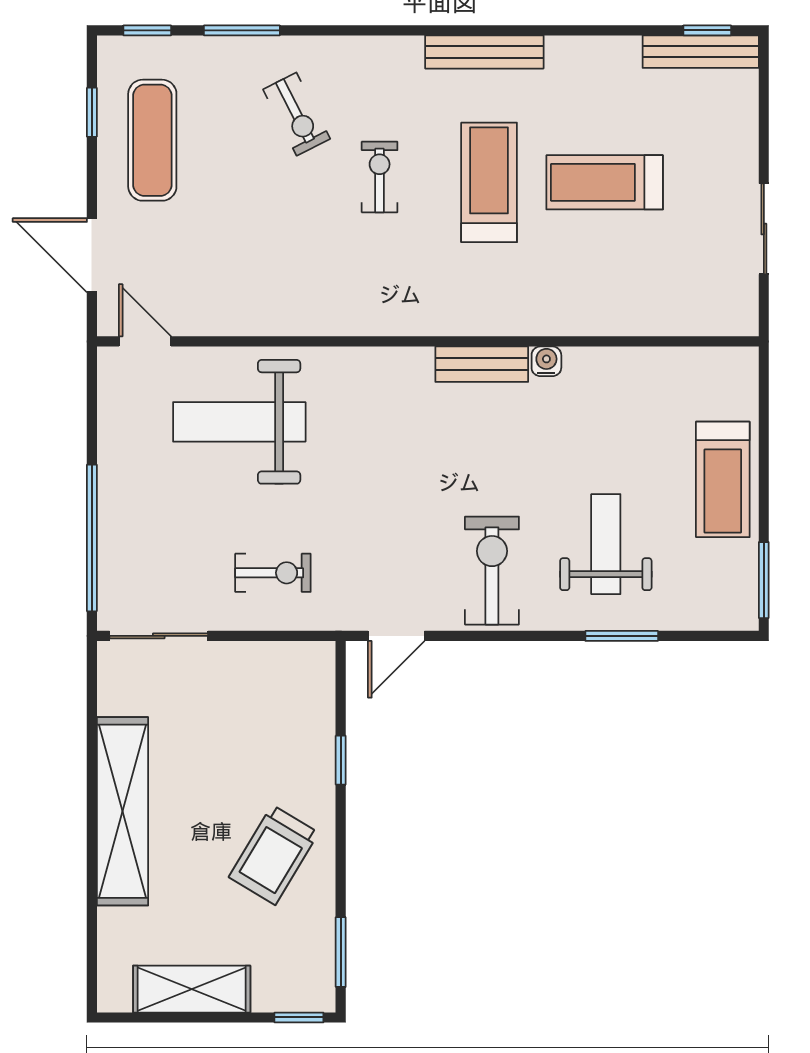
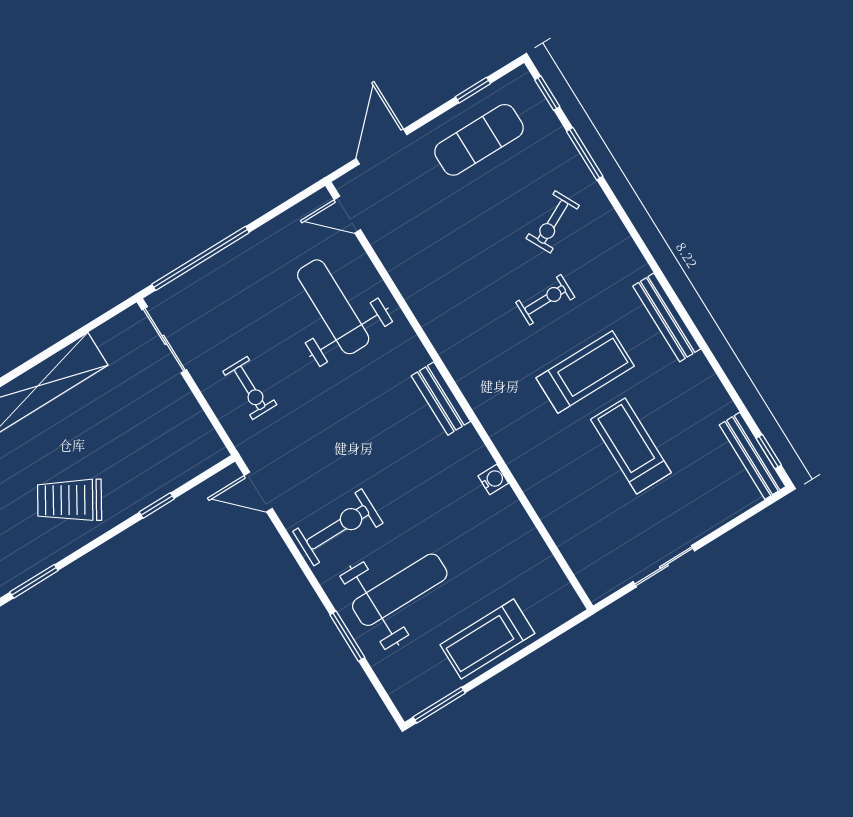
door: (145, 341) -> (347, 215), swing flipped
bench: (482, 364) -> (441, 399), moved
weight bench: (606, 544) -> (400, 590), width x1.36, depth x1.33

